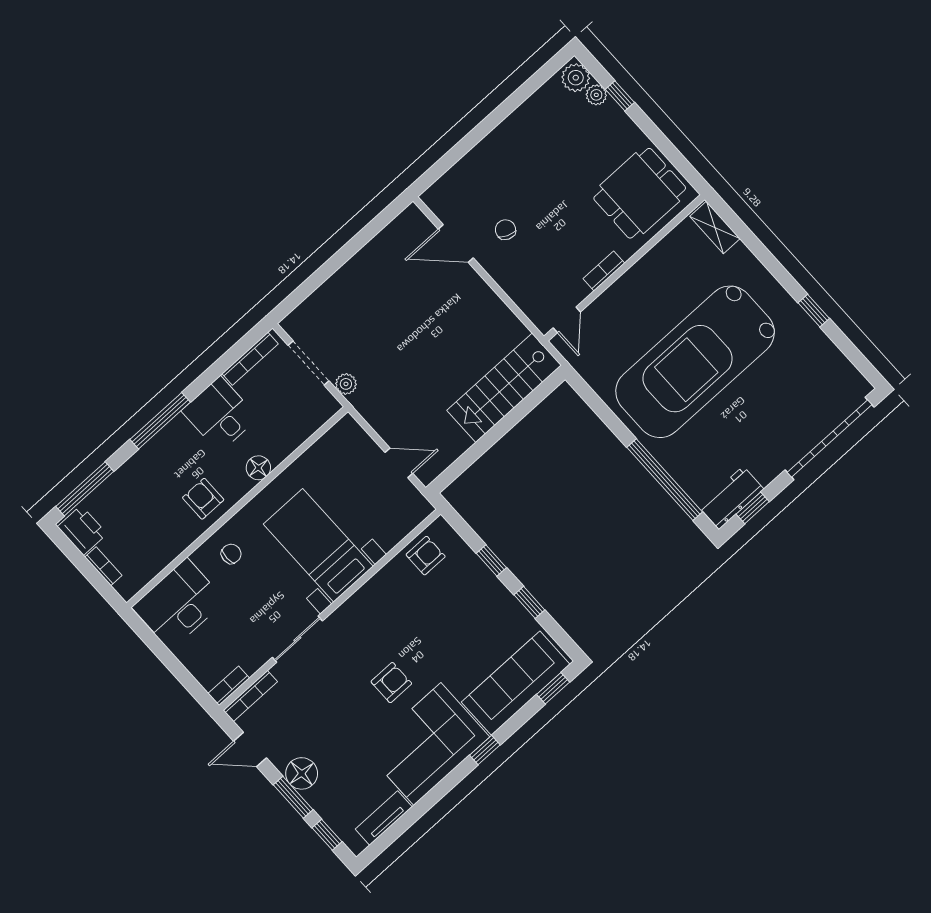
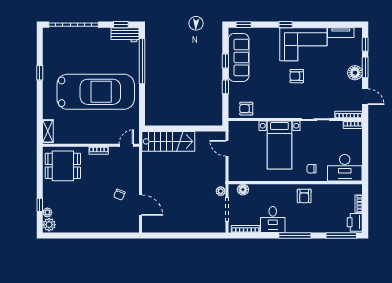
floor lamp: (258, 468) -> (243, 190), moved
sofa: (516, 683) -> (239, 57), moved, turned -90

